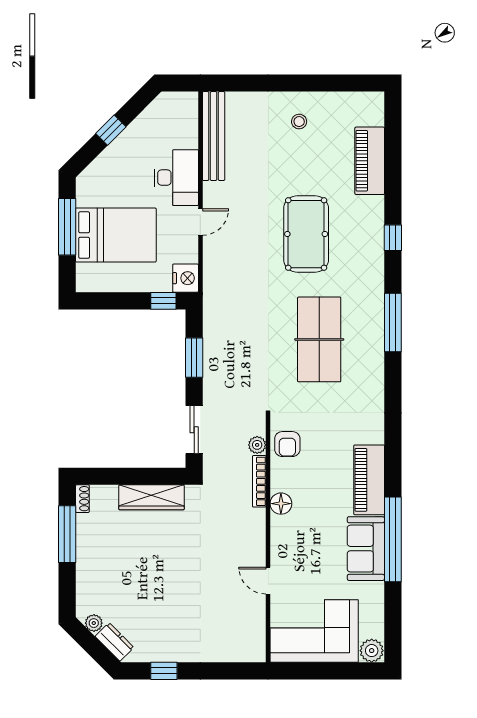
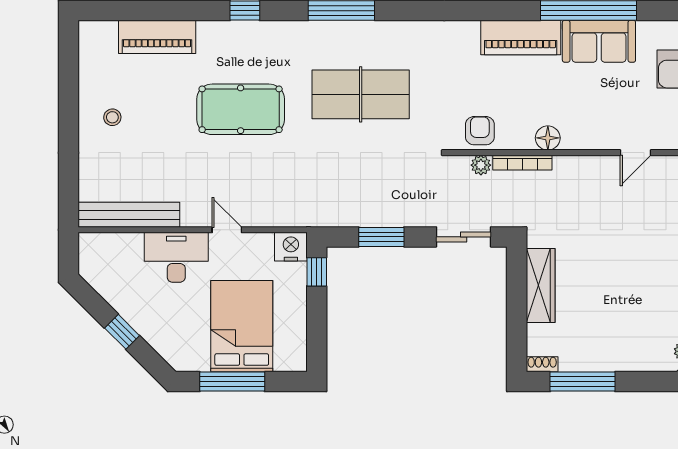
armchair: (287, 444) -> (480, 131), turned -90

